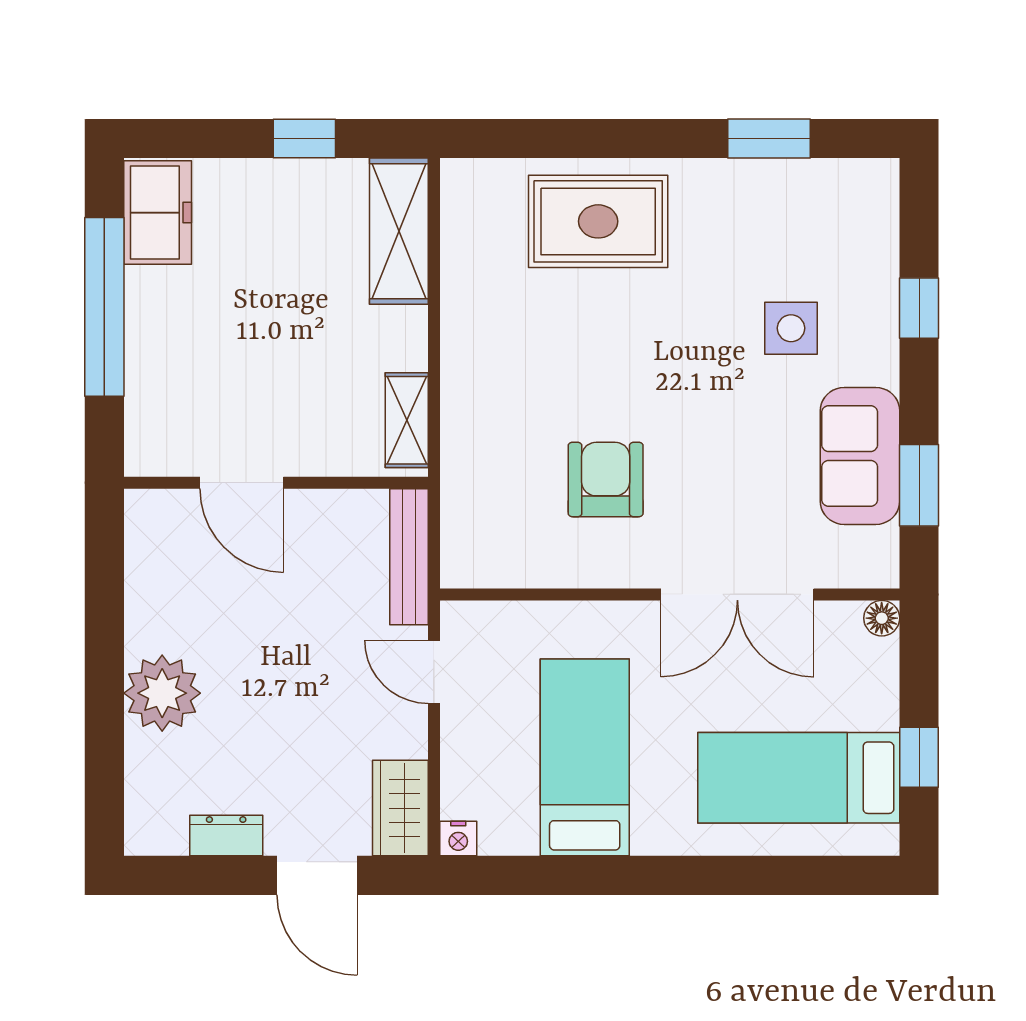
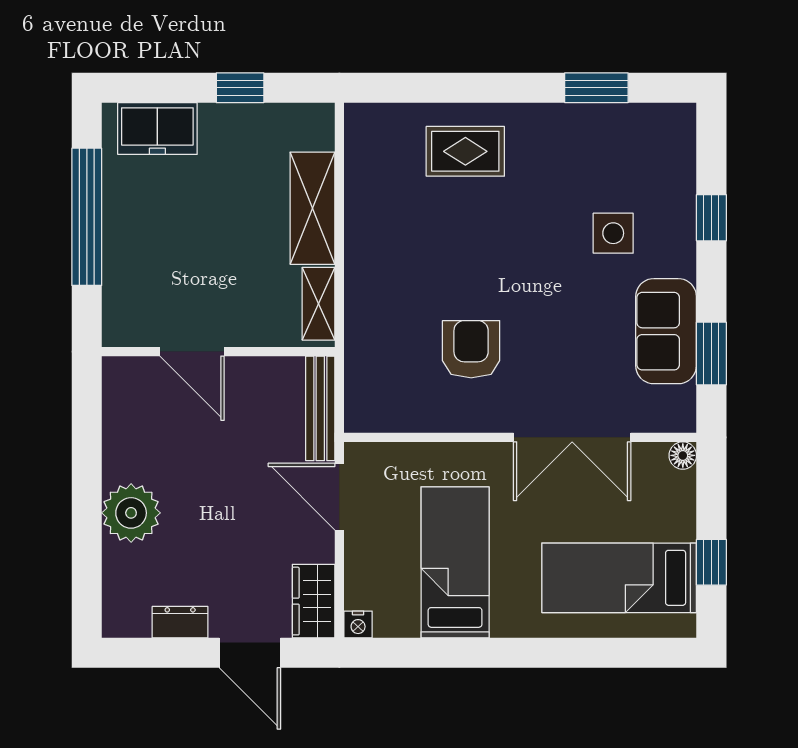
freezer: (158, 213) -> (157, 129), moved, turned 90
rug: (598, 221) -> (465, 151), width x0.73, depth x0.70
shelving: (399, 231) -> (313, 208), moved
door: (434, 672) -> (339, 497), width x1.38

